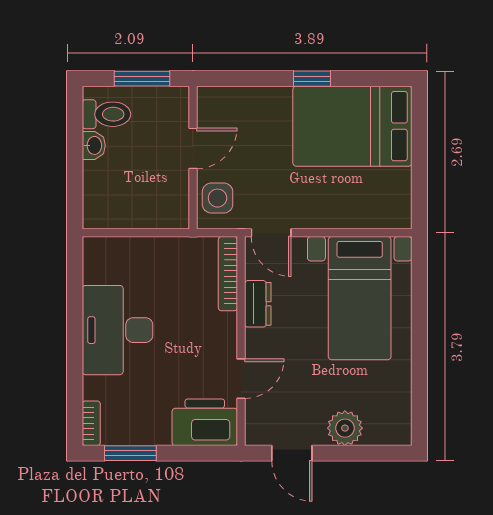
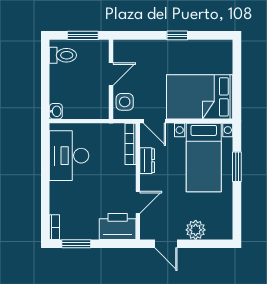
bed: (352, 126) -> (200, 97), moved
washbasin: (94, 145) -> (56, 111), moved
window: (419, 315) -> (237, 167), added
desk: (117, 330) -> (69, 156), moved

